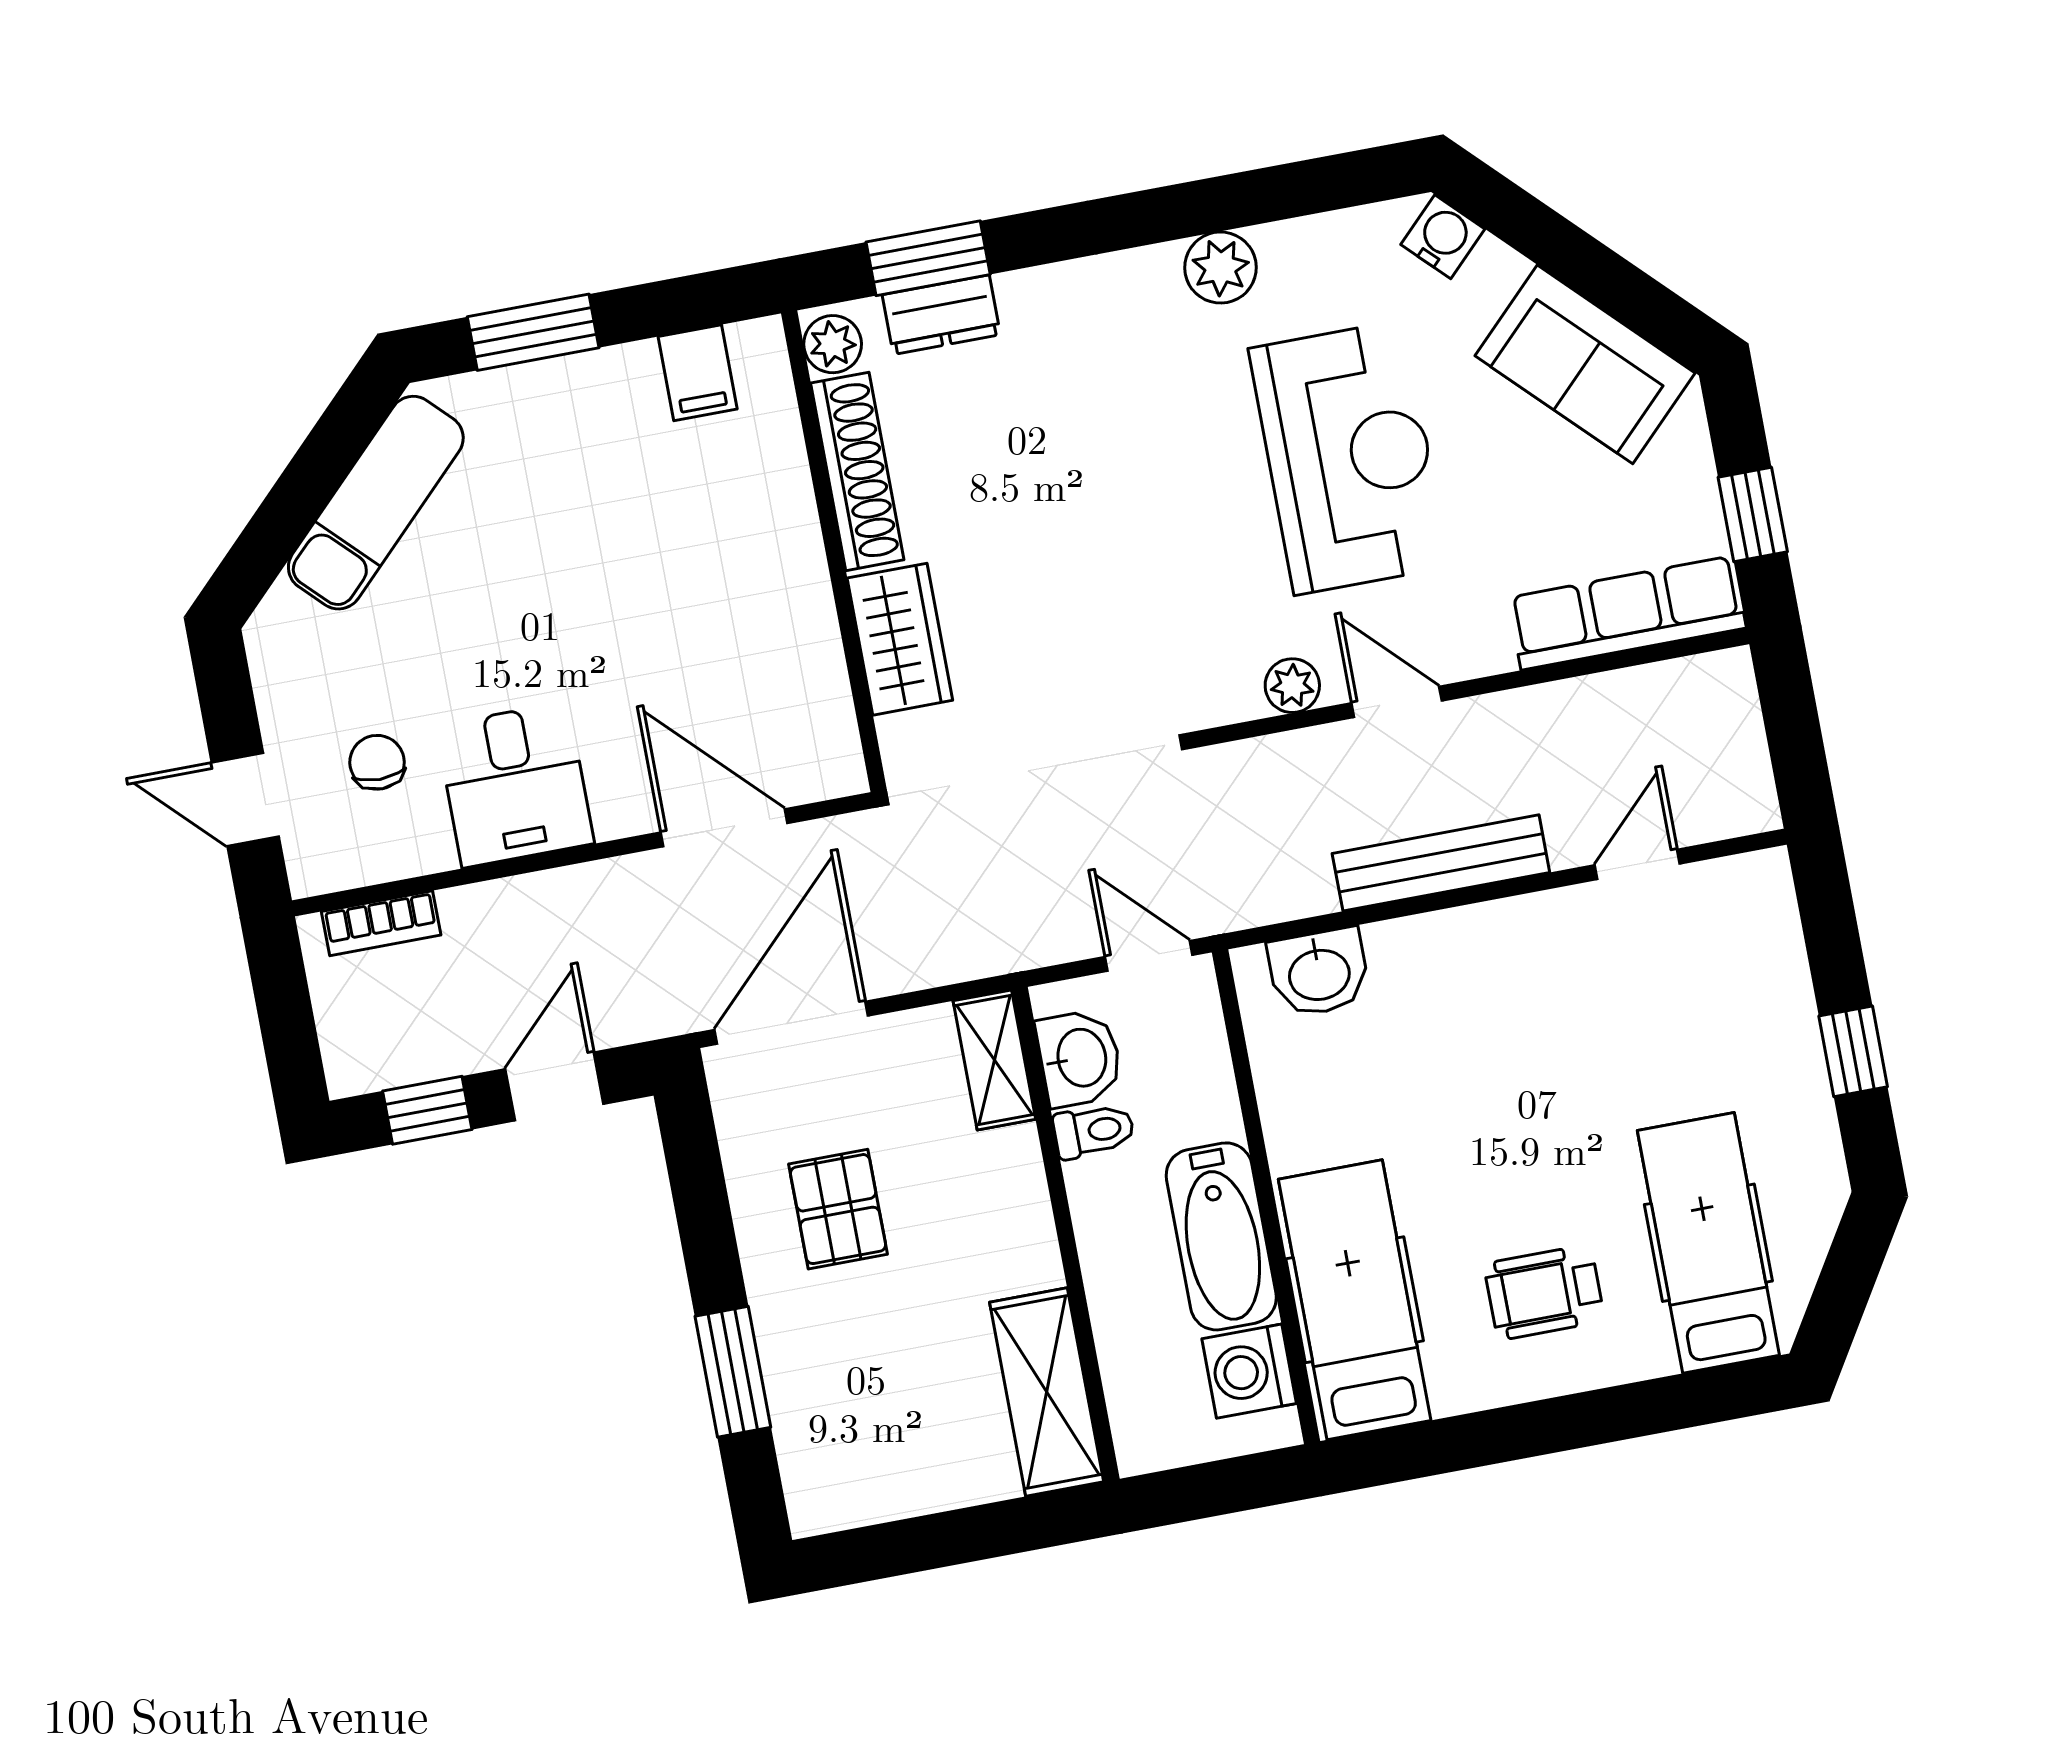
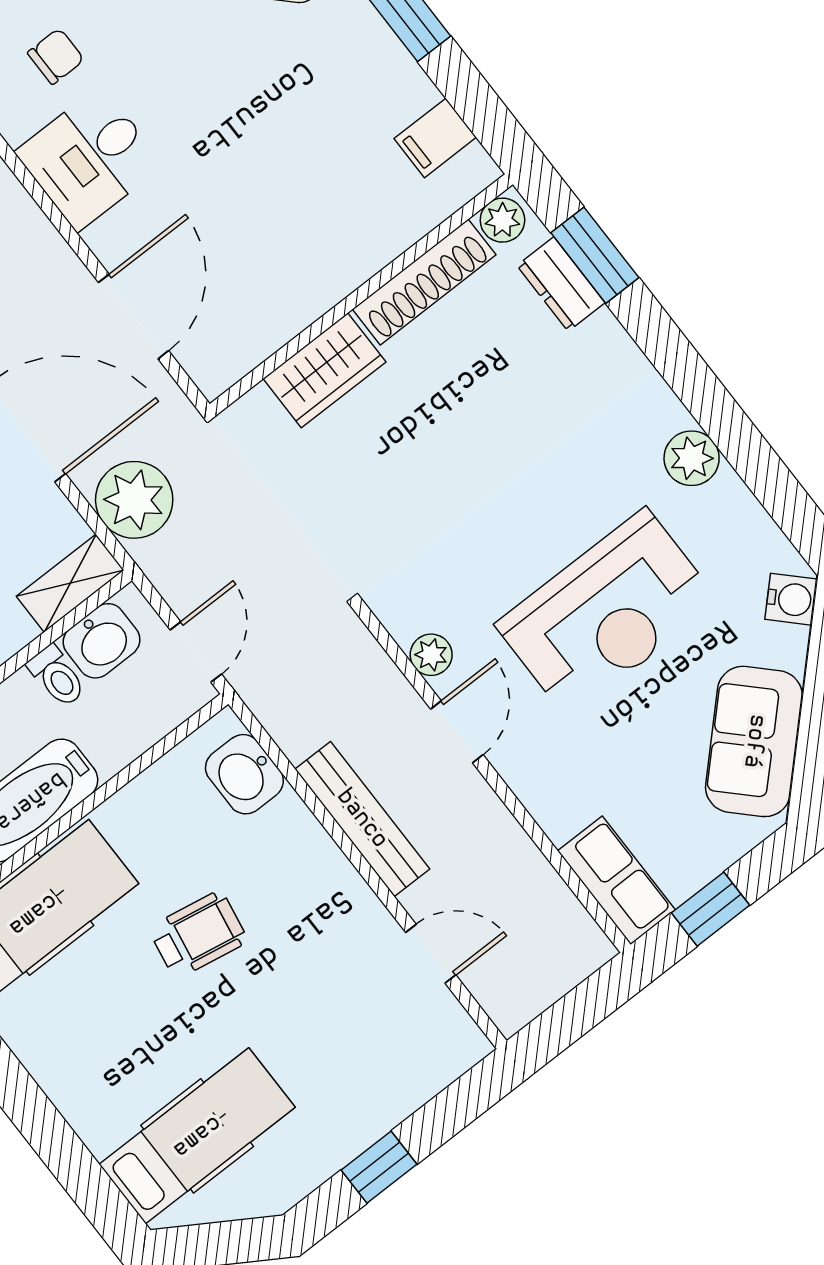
row of seats: (1627, 613) -> (616, 880), width x0.68
plant: (936, 936) -> (134, 500), added
wheelchair: (1544, 1292) -> (198, 935), moved, turned 100

